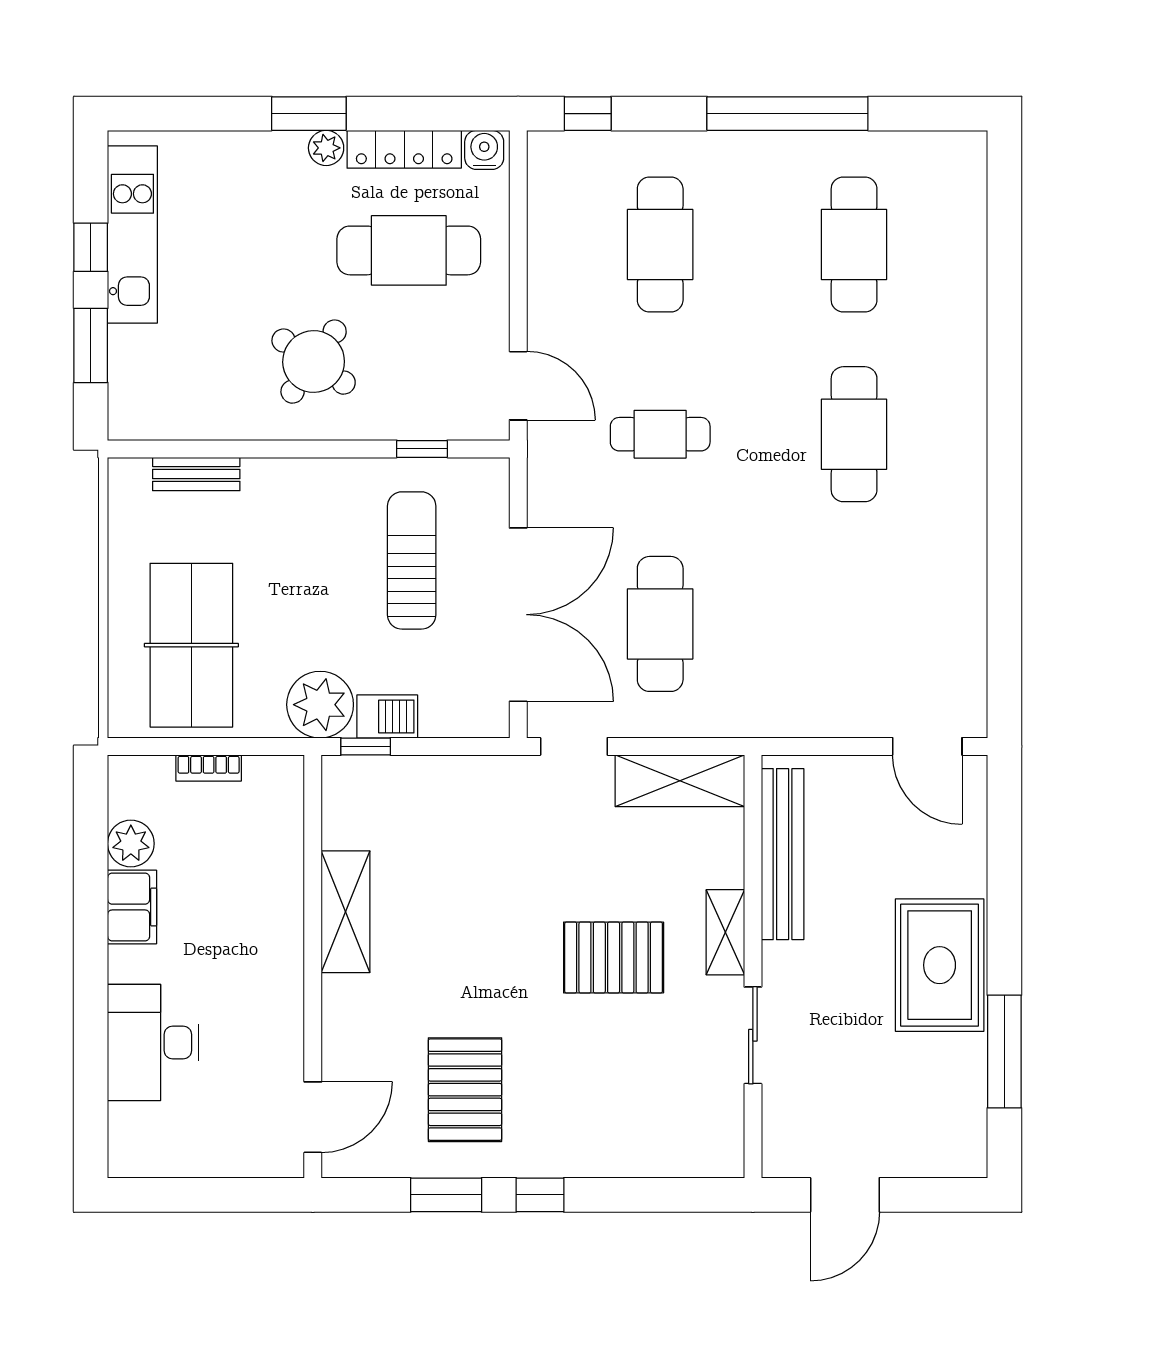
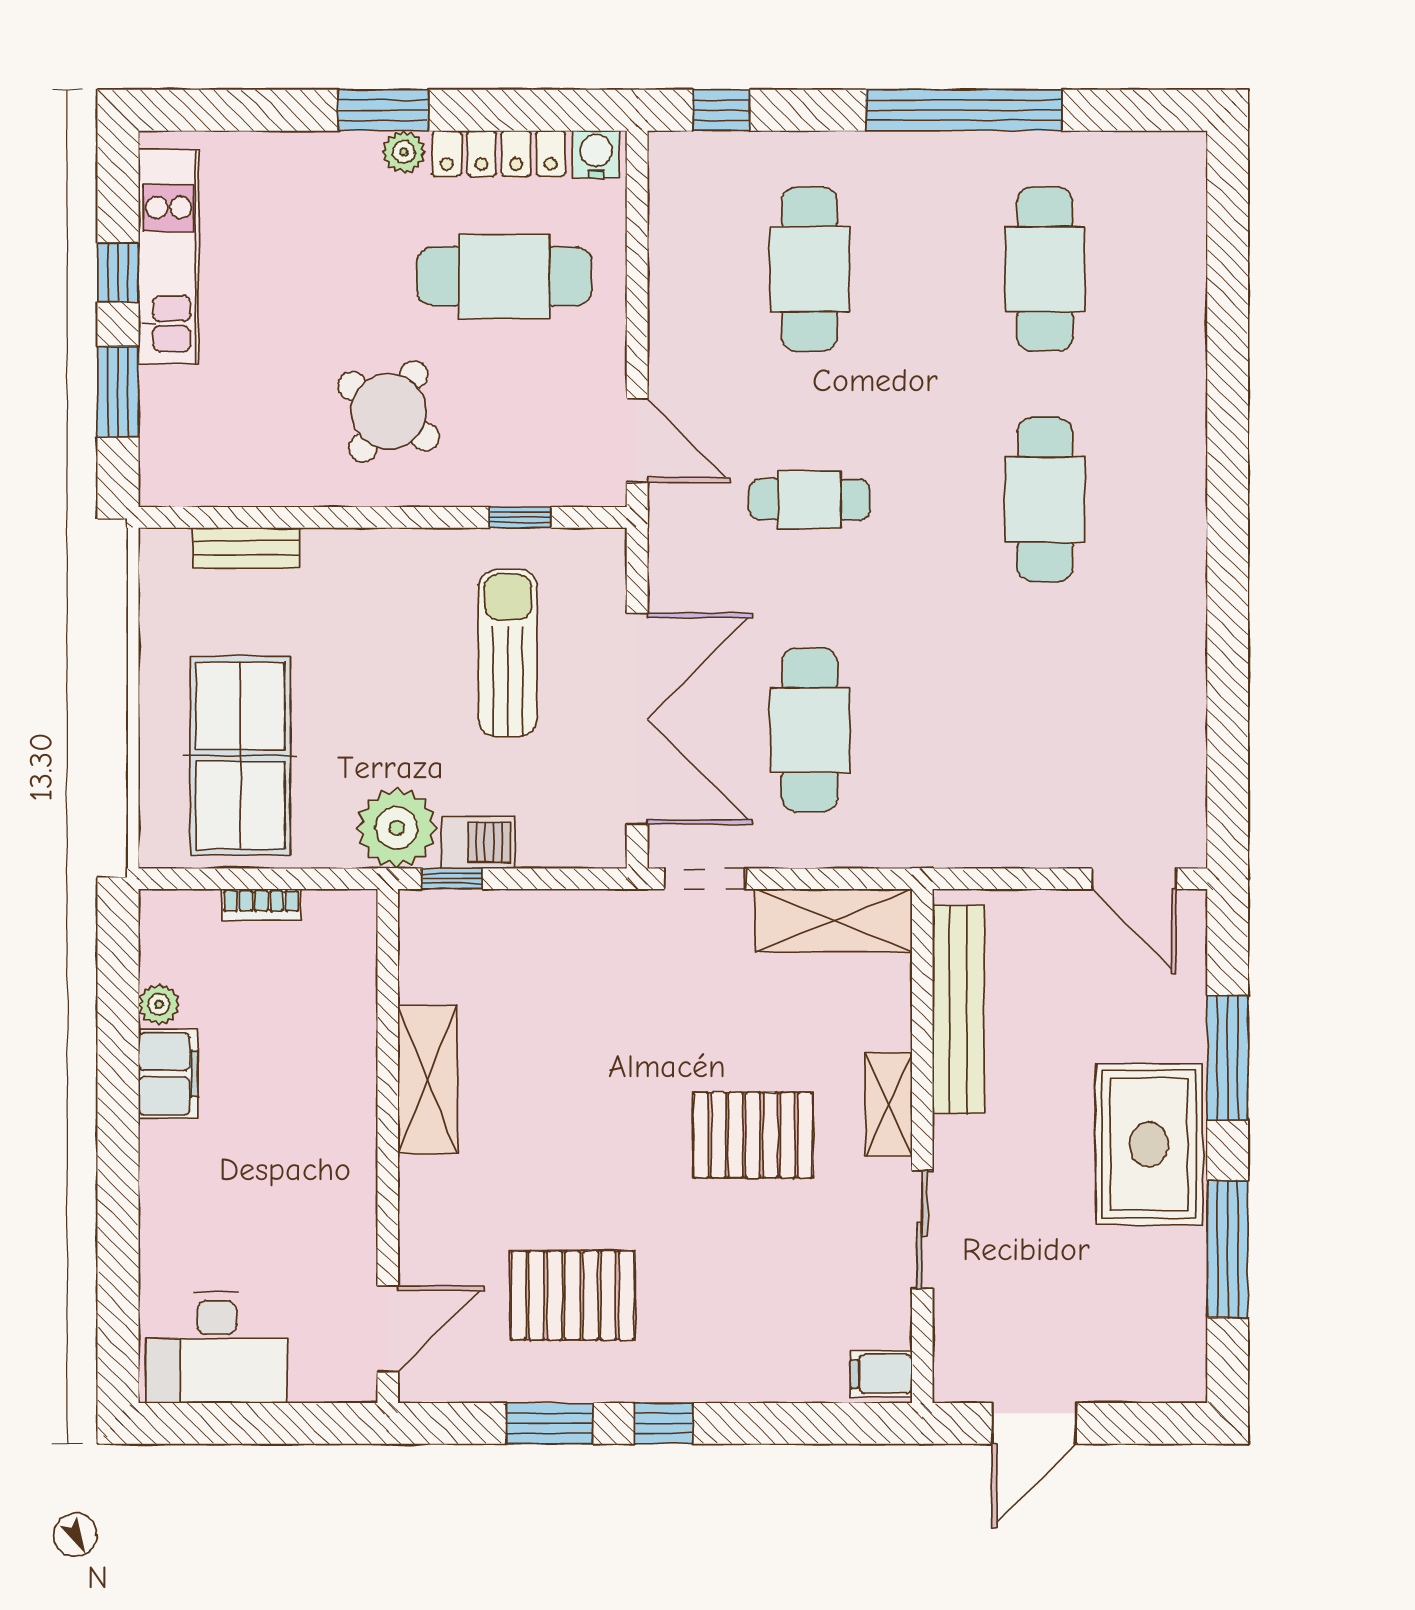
plant: (131, 844) -> (159, 1004), width x0.73, depth x0.73
window: (1004, 894) -> (1228, 1058), added
desk: (153, 1043) -> (217, 1348), moved, turned -90
pallet: (465, 1090) -> (573, 1296), turned 90
filing cabinet: (719, 1154) -> (881, 1374), added

